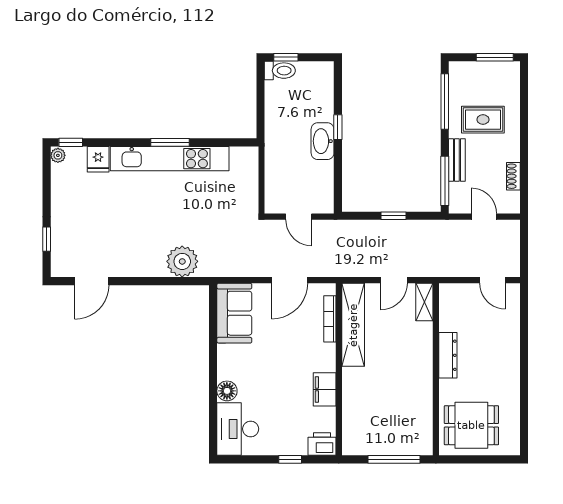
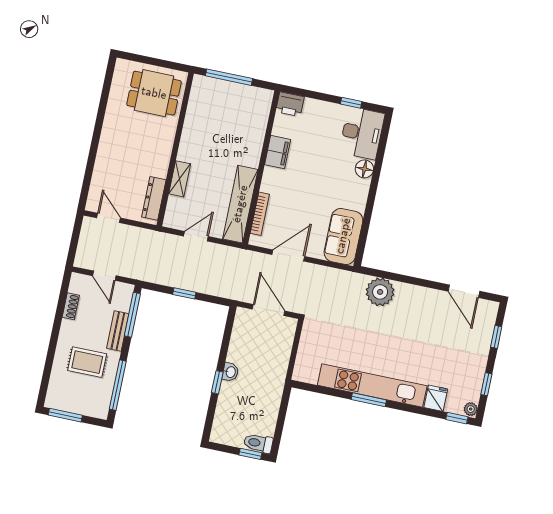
washbasin: (323, 141) -> (230, 372), width x0.52, depth x0.69
window: (47, 186) -> (486, 384), added
door: (299, 217) -> (269, 310), width x1.38
door: (92, 281) -> (464, 291), swing flipped
shelving: (424, 302) -> (180, 179), moved
dresser: (448, 355) -> (154, 198), moved
window: (290, 459) -> (351, 103), moved

